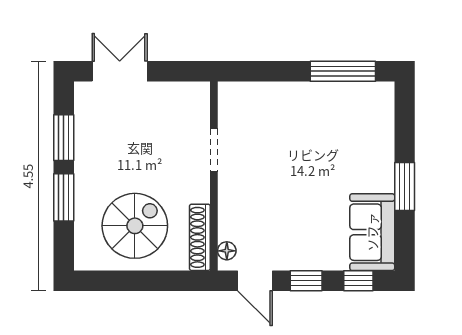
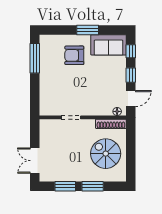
armchair: (349, 157) -> (74, 55), added

